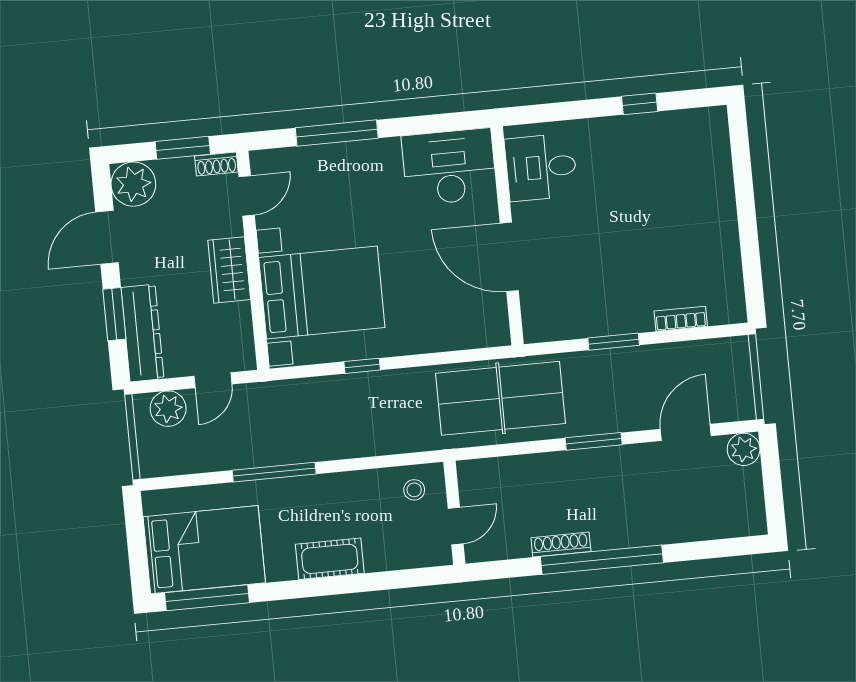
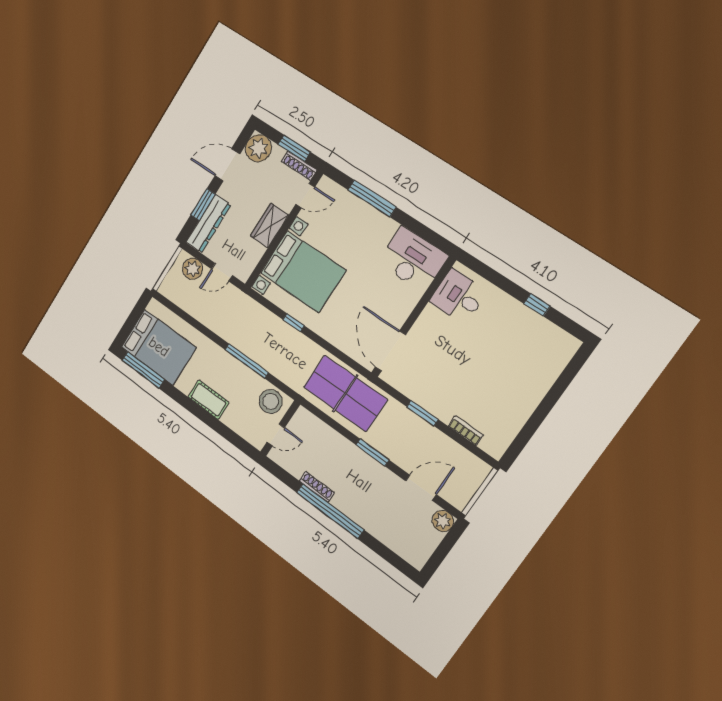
shoe rack: (216, 164) -> (299, 166), width x1.43
door: (509, 257) -> (390, 351), moved
window: (274, 472) -> (247, 361), moved
stool: (414, 490) -> (271, 401), width x1.89, depth x1.89

